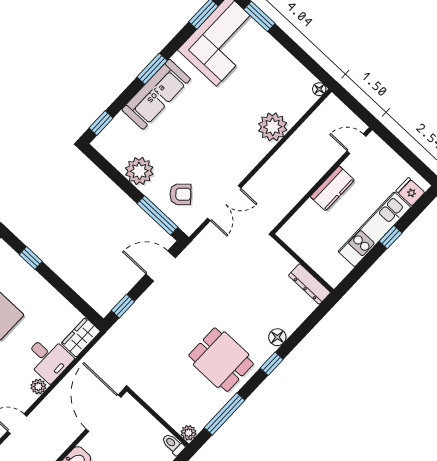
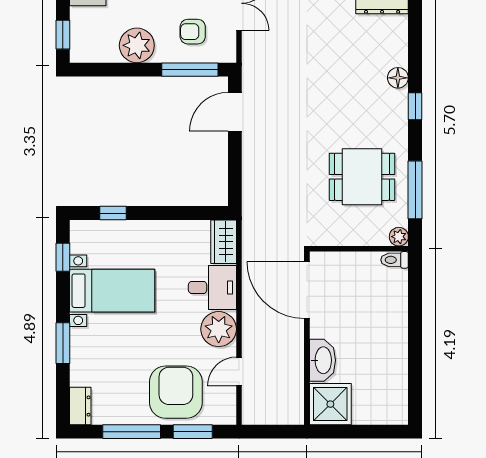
armchair: (180, 194) -> (193, 32), turned -138
window: (123, 306) -> (235, 179), removed
dining table: (221, 360) -> (362, 177), moved
plant: (38, 387) -> (219, 329), width x1.88, depth x1.88

